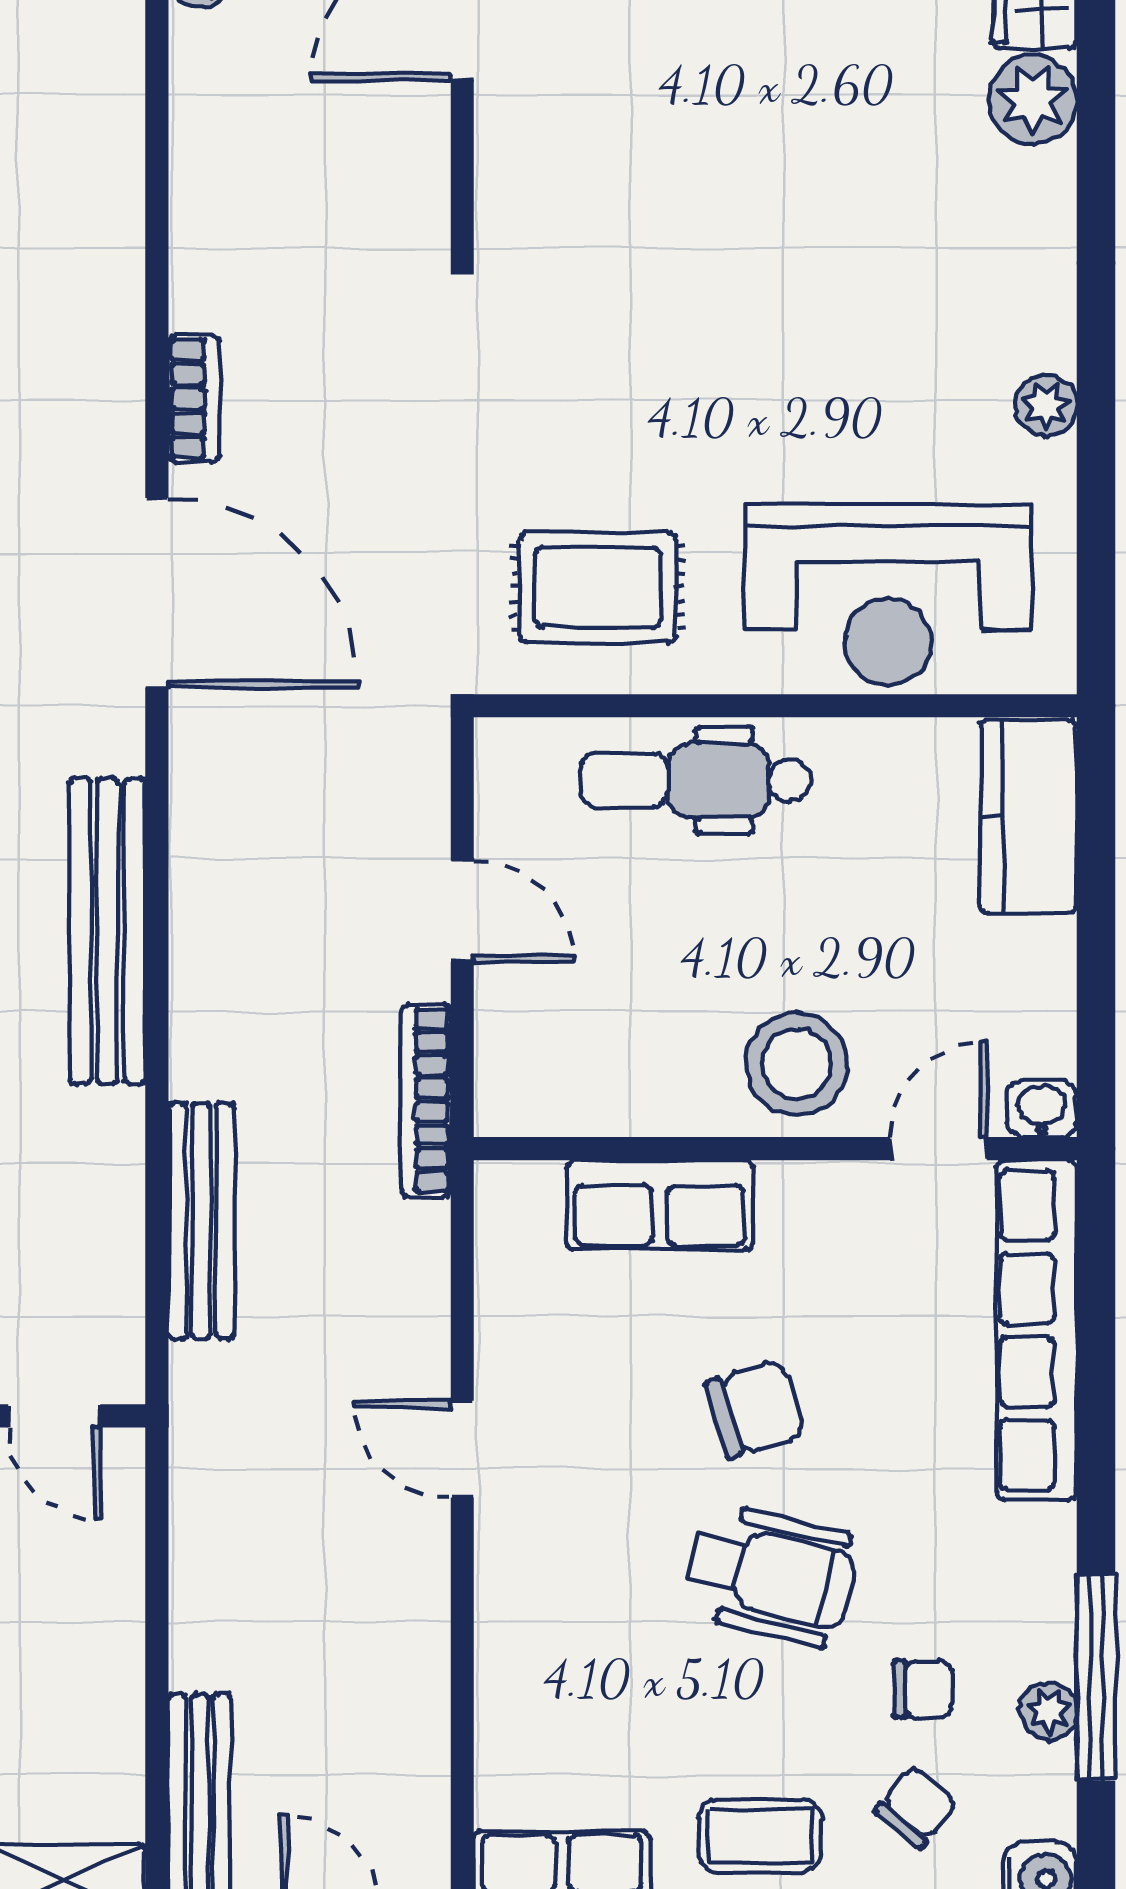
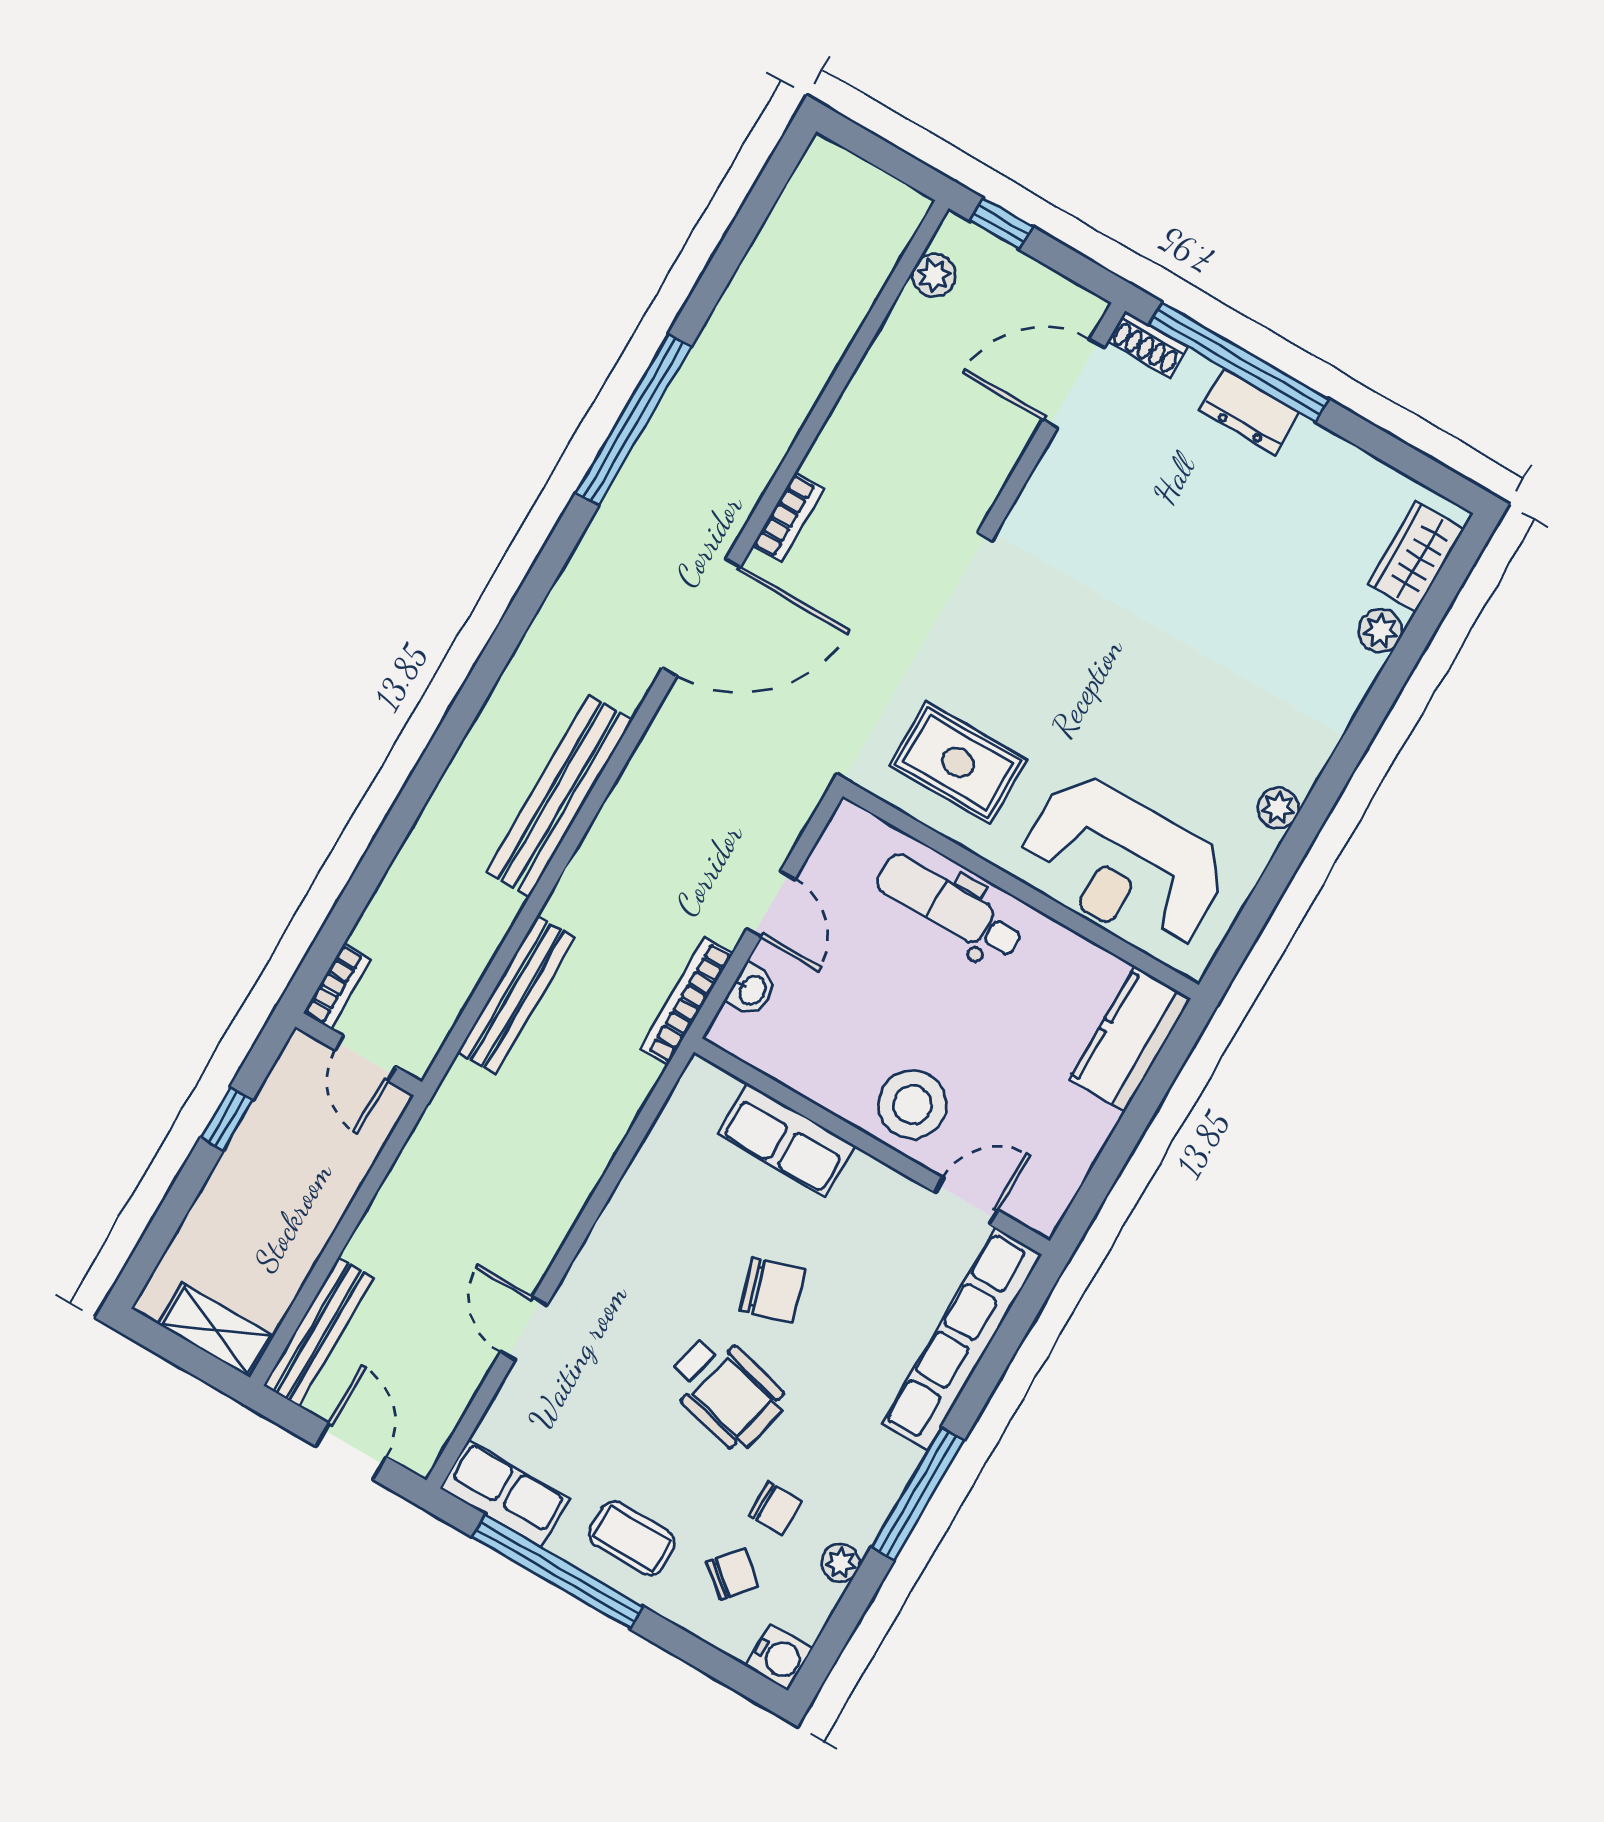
plant: (1033, 99) -> (1380, 631), width x0.73, depth x0.73
door: (157, 593) -> (701, 617), hinge flipped
washbasin: (1042, 1109) -> (752, 990), moved, turned 90
door: (462, 1449) -> (524, 1328), moved
window: (1096, 1677) -> (918, 1494), moved

